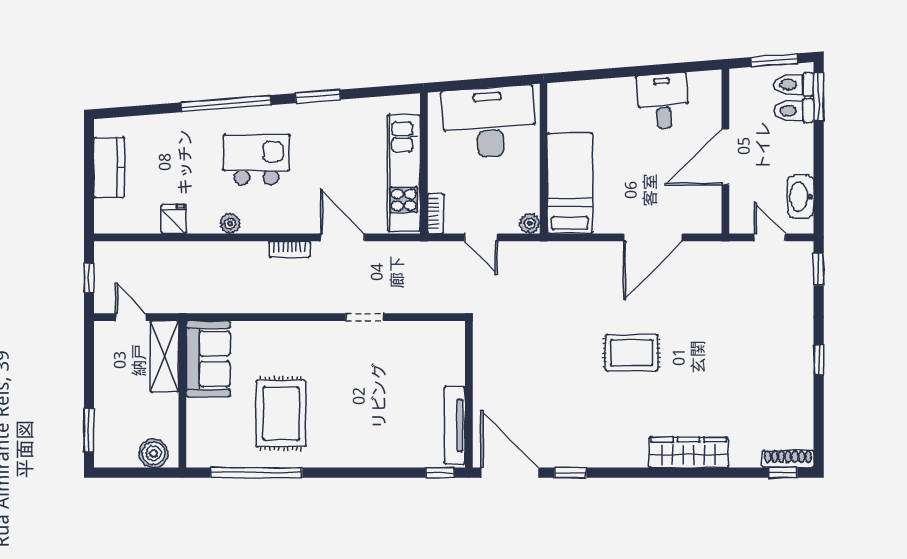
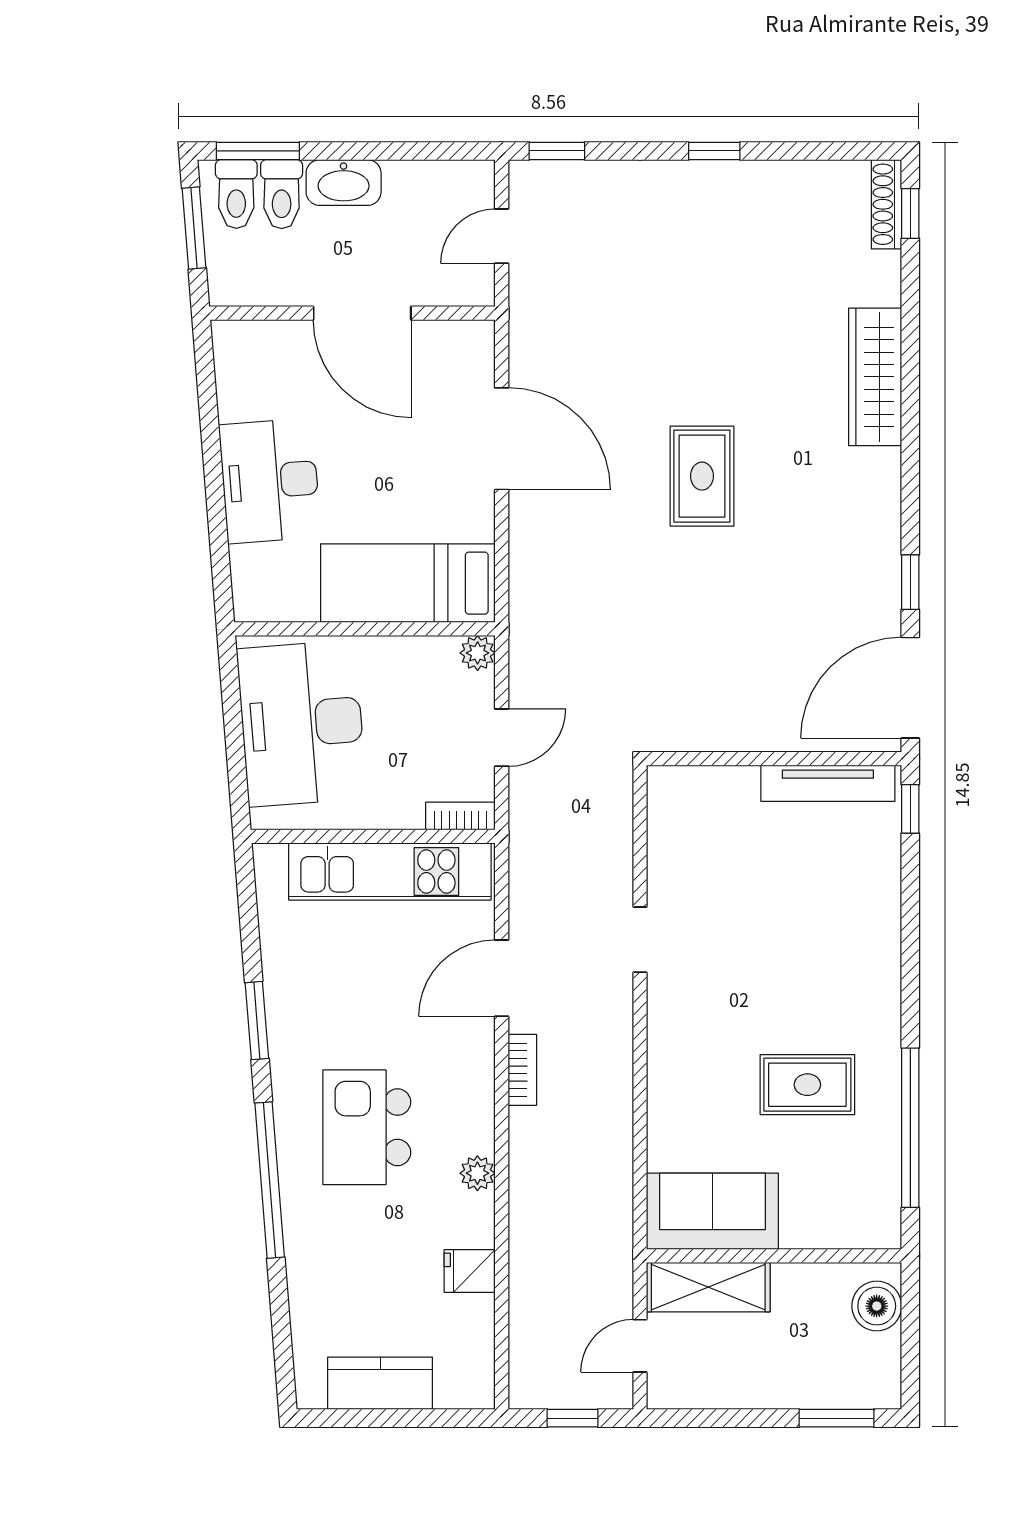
desk: (663, 101) -> (270, 481), moved, width x1.37
washbasin: (801, 197) -> (344, 183), moved
rug: (281, 413) -> (807, 1085), width x0.73, depth x0.70

